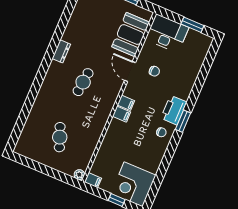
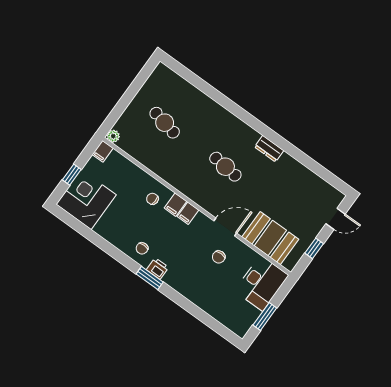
printer: (174, 110) -> (158, 268), width x0.53, depth x0.68
chair: (121, 133) -> (152, 199), added
cafe table: (60, 137) -> (165, 123), turned 33

